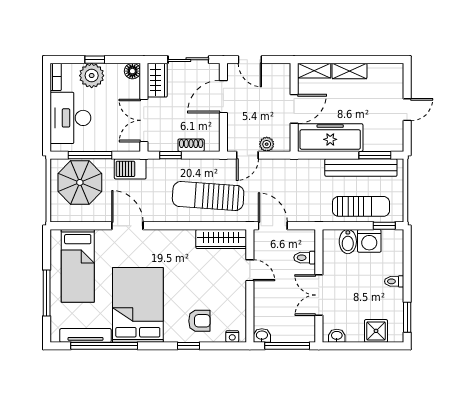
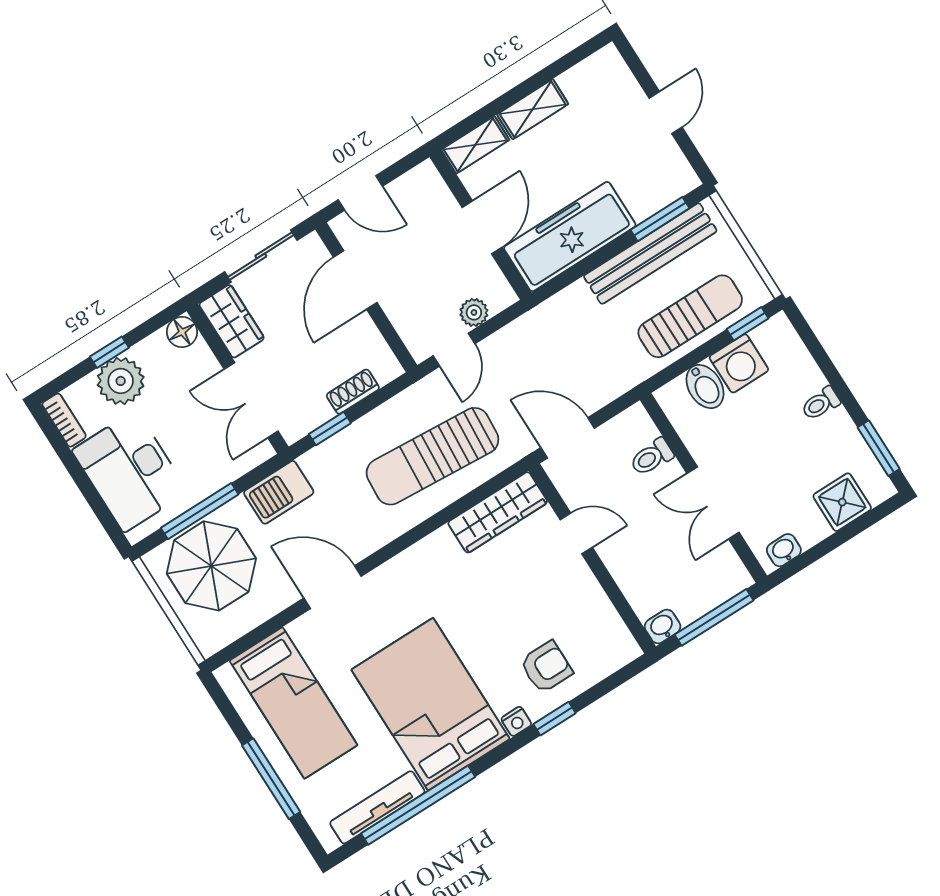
nightstand: (232, 336) -> (516, 721), moved

